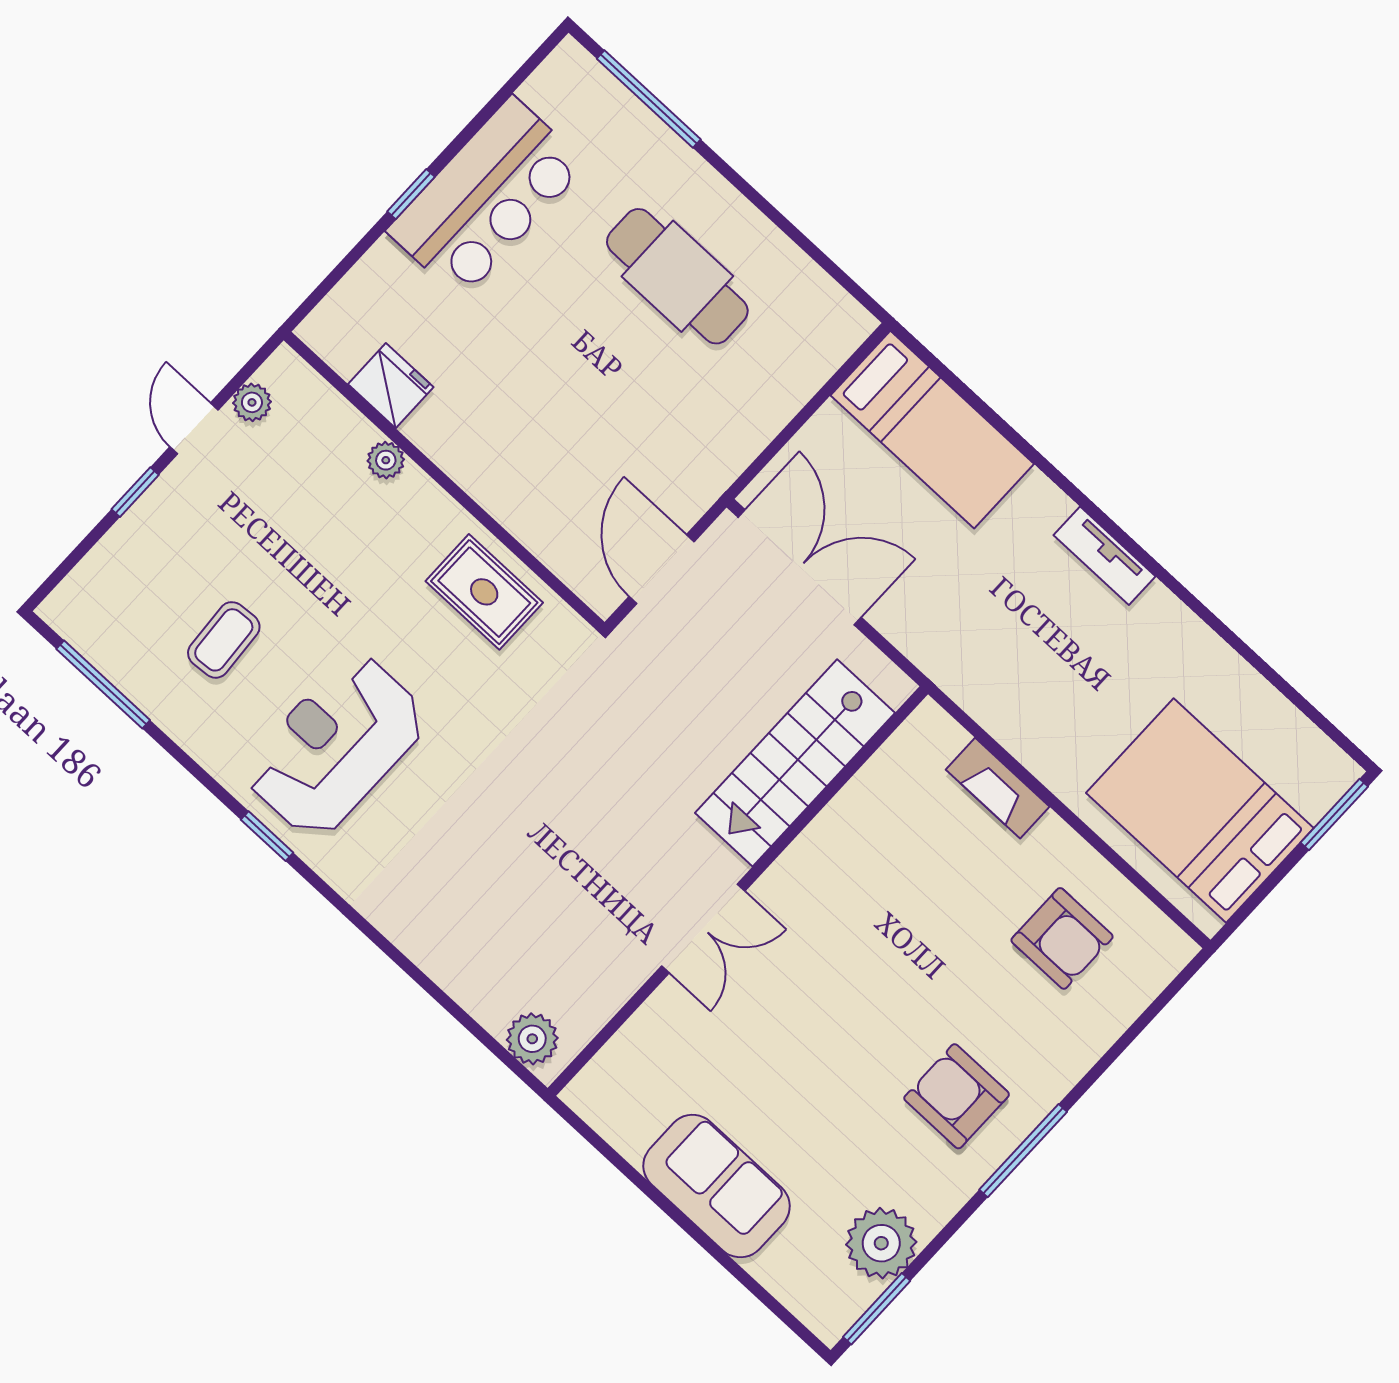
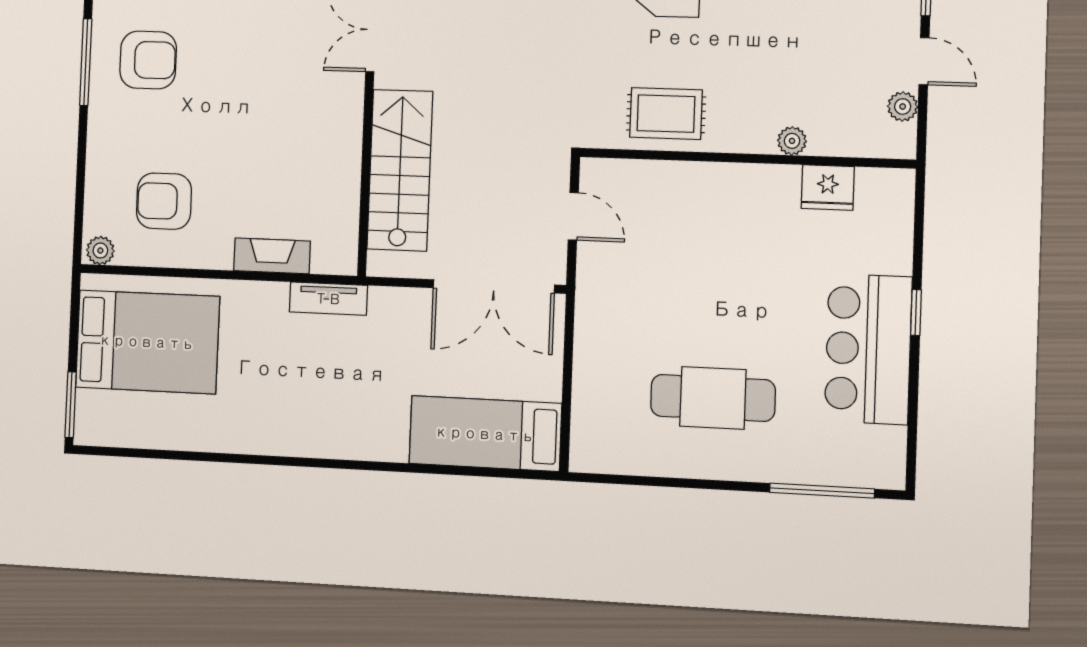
tv unit: (1104, 556) -> (328, 299), moved, turned 180
door: (662, 569) -> (573, 216), width x0.73
plant: (1171, 945) -> (100, 251), added

